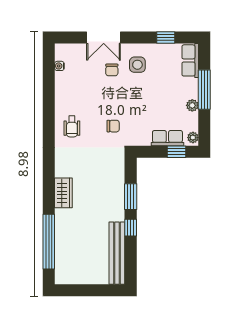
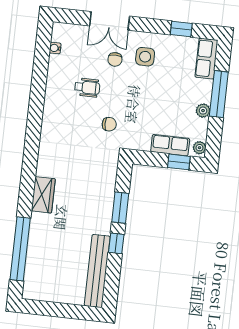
wheelchair: (72, 126) -> (87, 88), moved, turned -90

